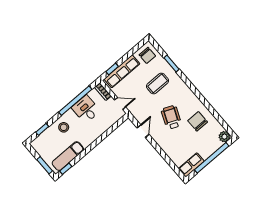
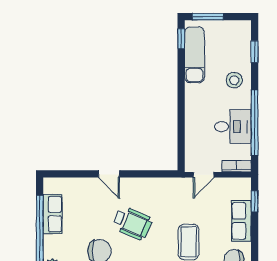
row of seats: (122, 71) -> (241, 221), width x0.68
door: (143, 131) -> (109, 174), moved
row of seats: (191, 165) -> (53, 214), moved

